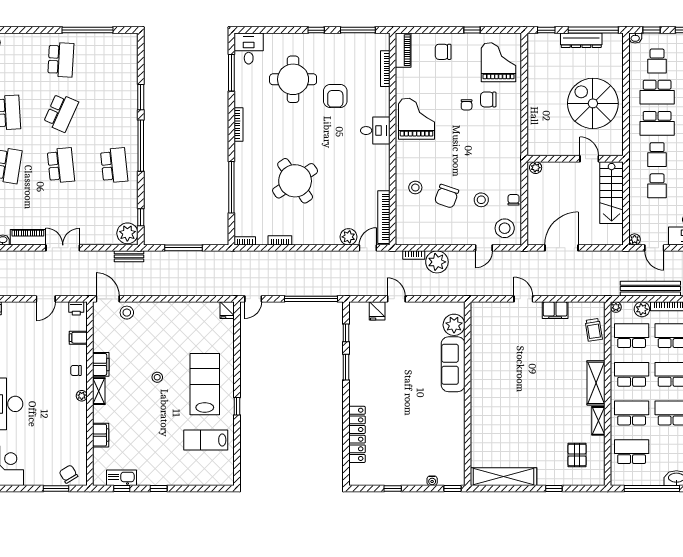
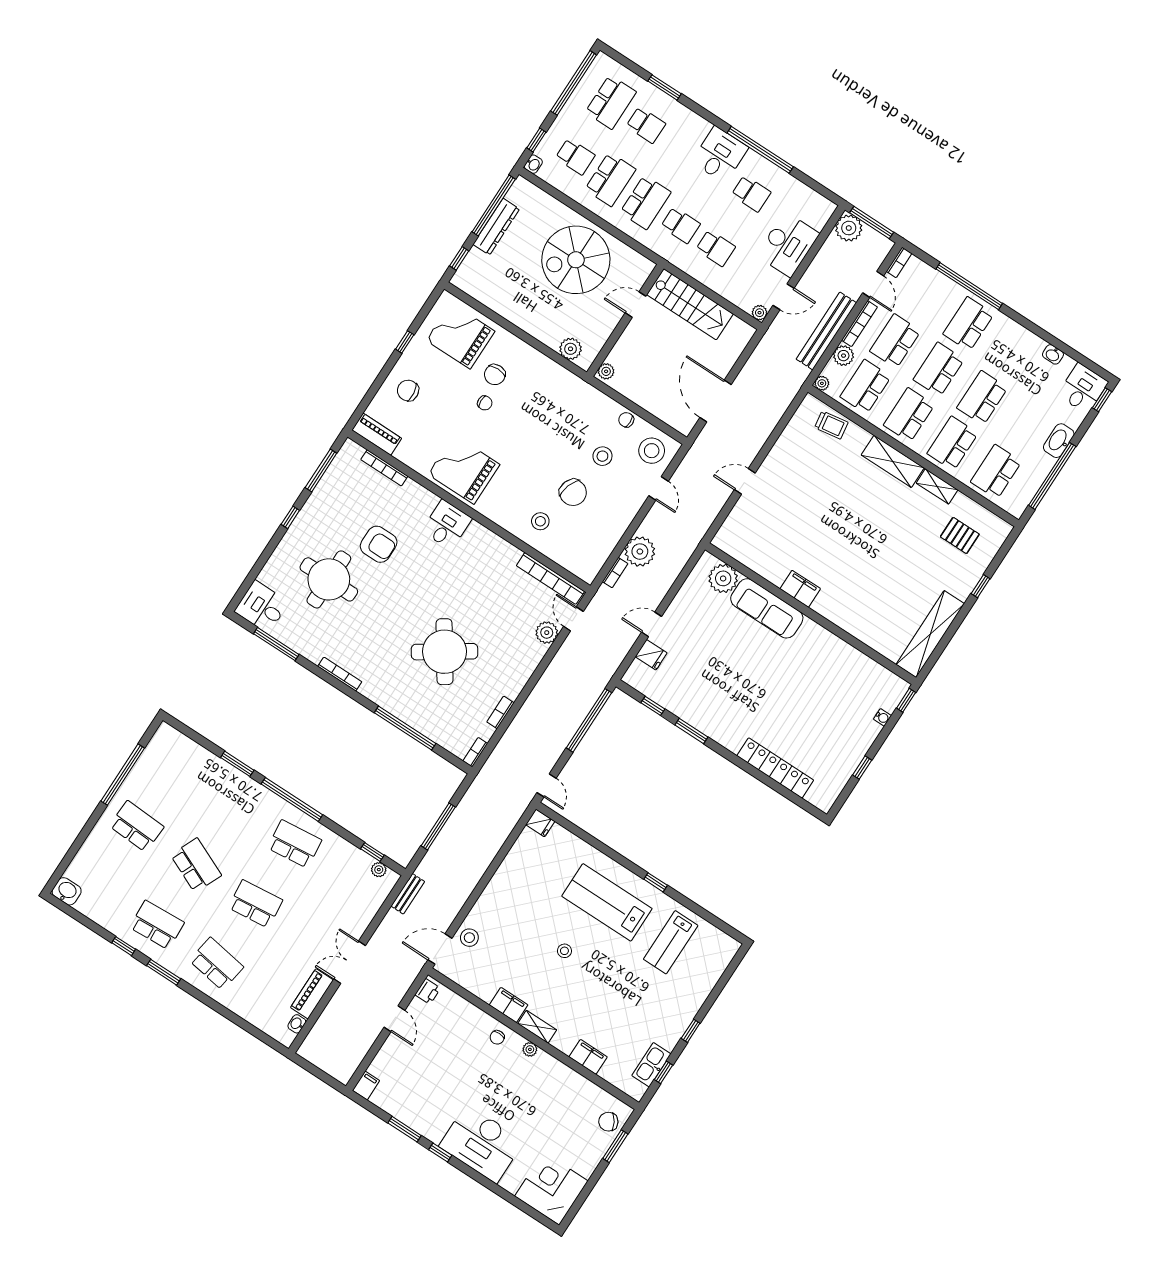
chair: (443, 52) -> (408, 390), turned 83
plant: (535, 136) -> (571, 349), added
plant: (127, 233) -> (379, 870), width x0.53, depth x0.53
filing cabinet: (555, 310) -> (800, 589), moved, turned -90
filing cabinet: (78, 338) -> (462, 1011), removed

